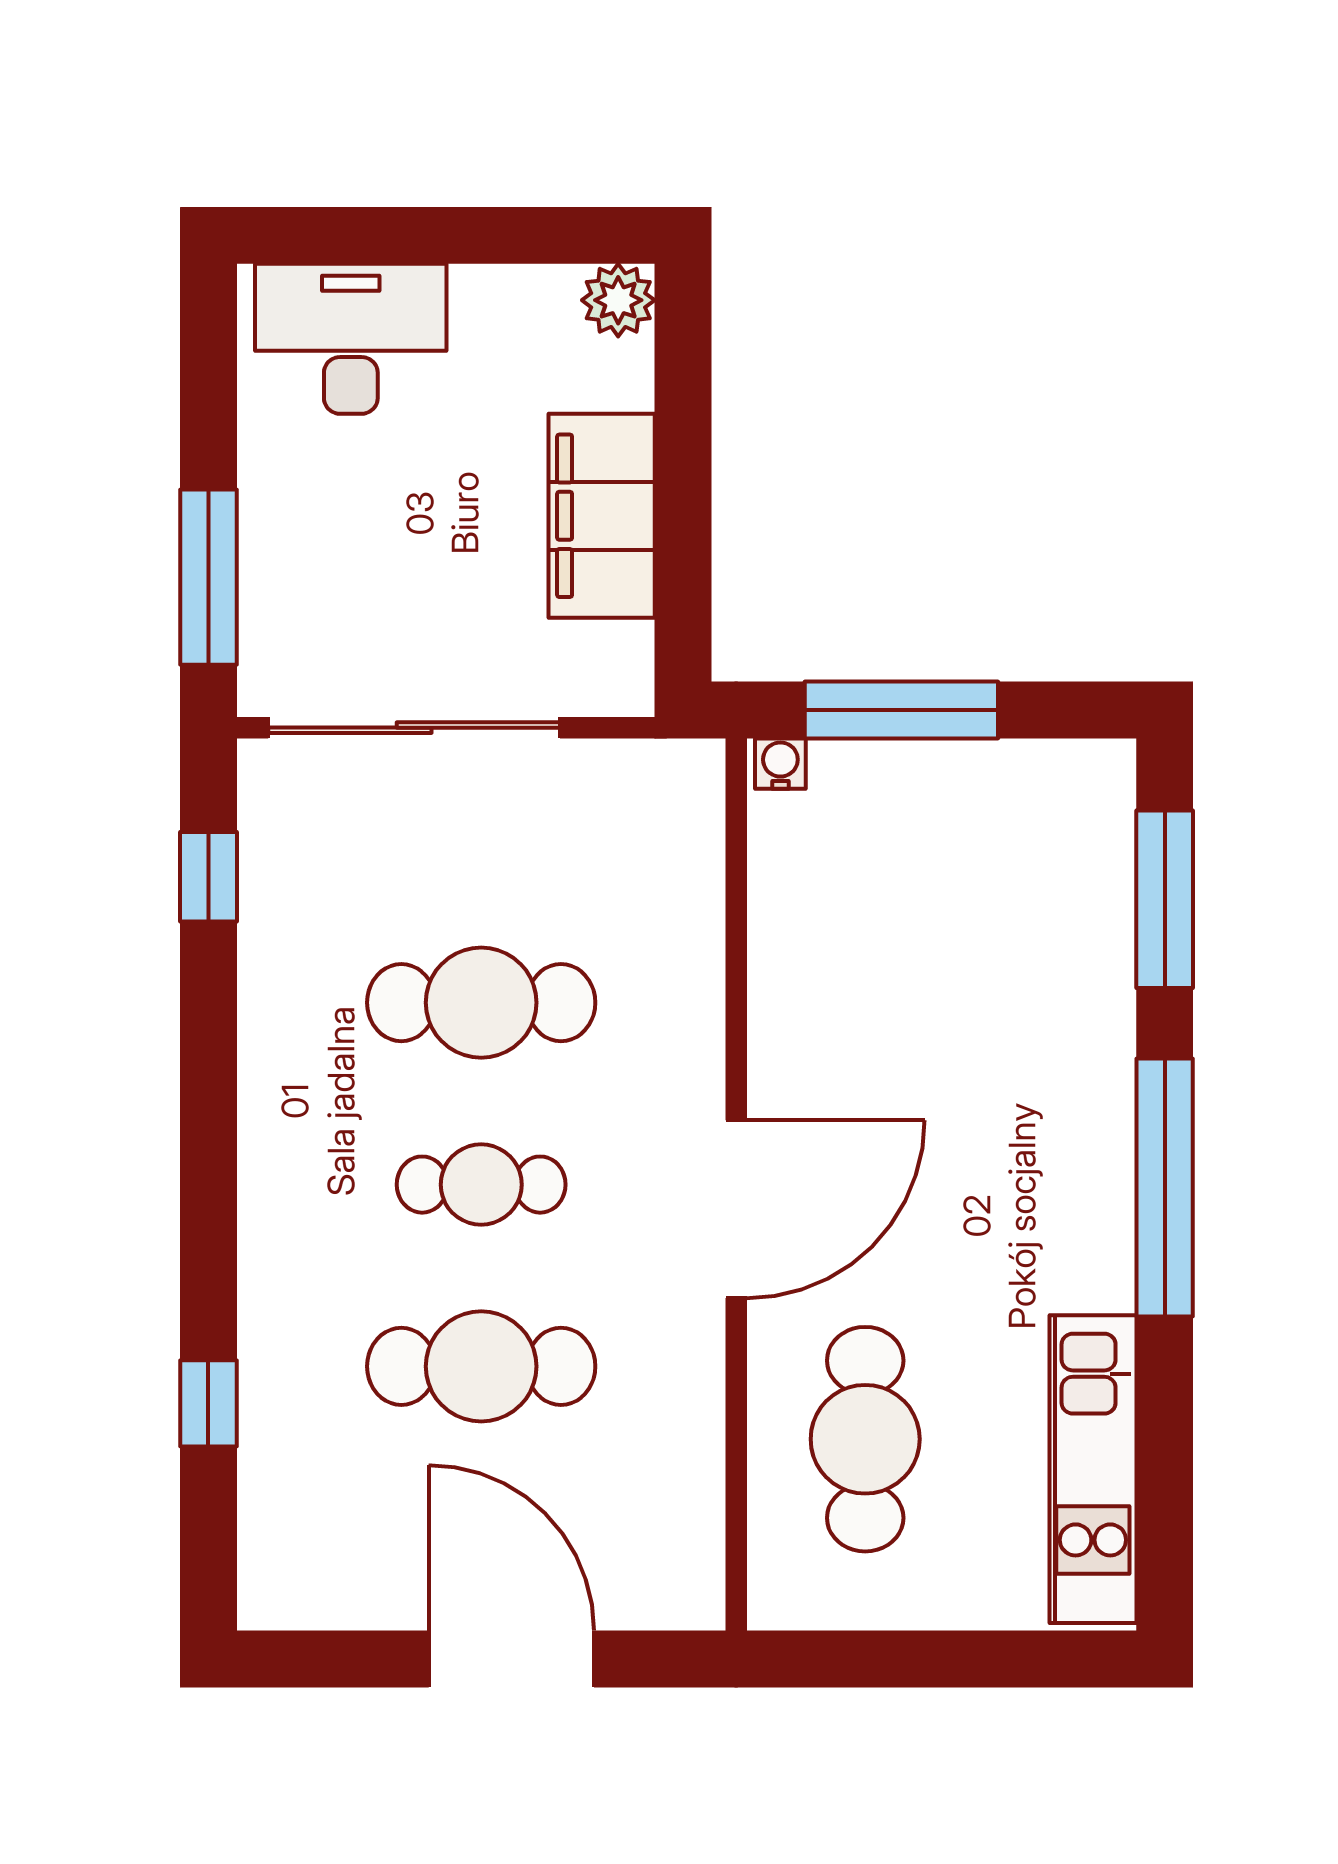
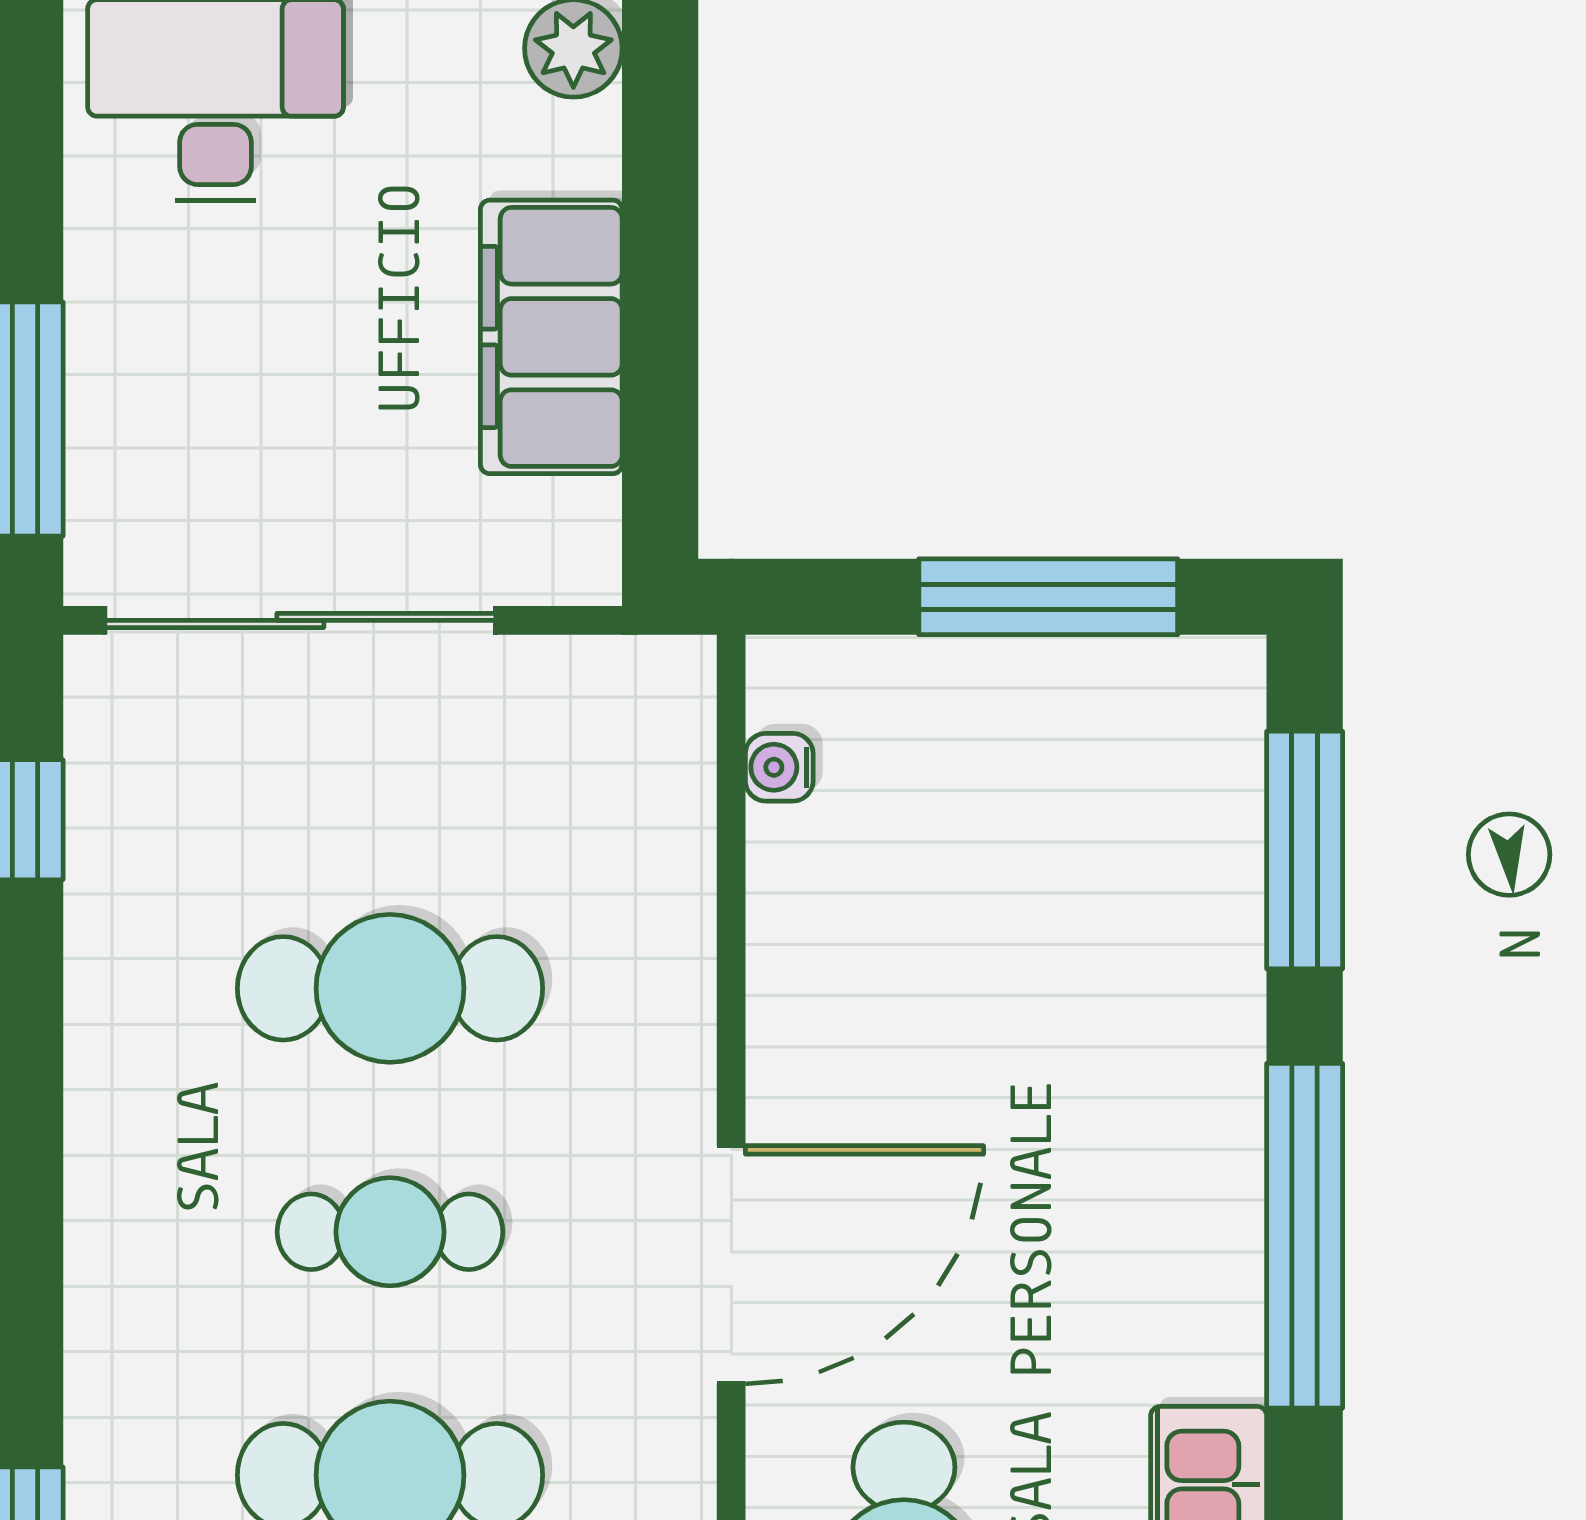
window: (901, 710) -> (1048, 597), moved
water cooler: (780, 764) -> (779, 767), moved, turned -90

